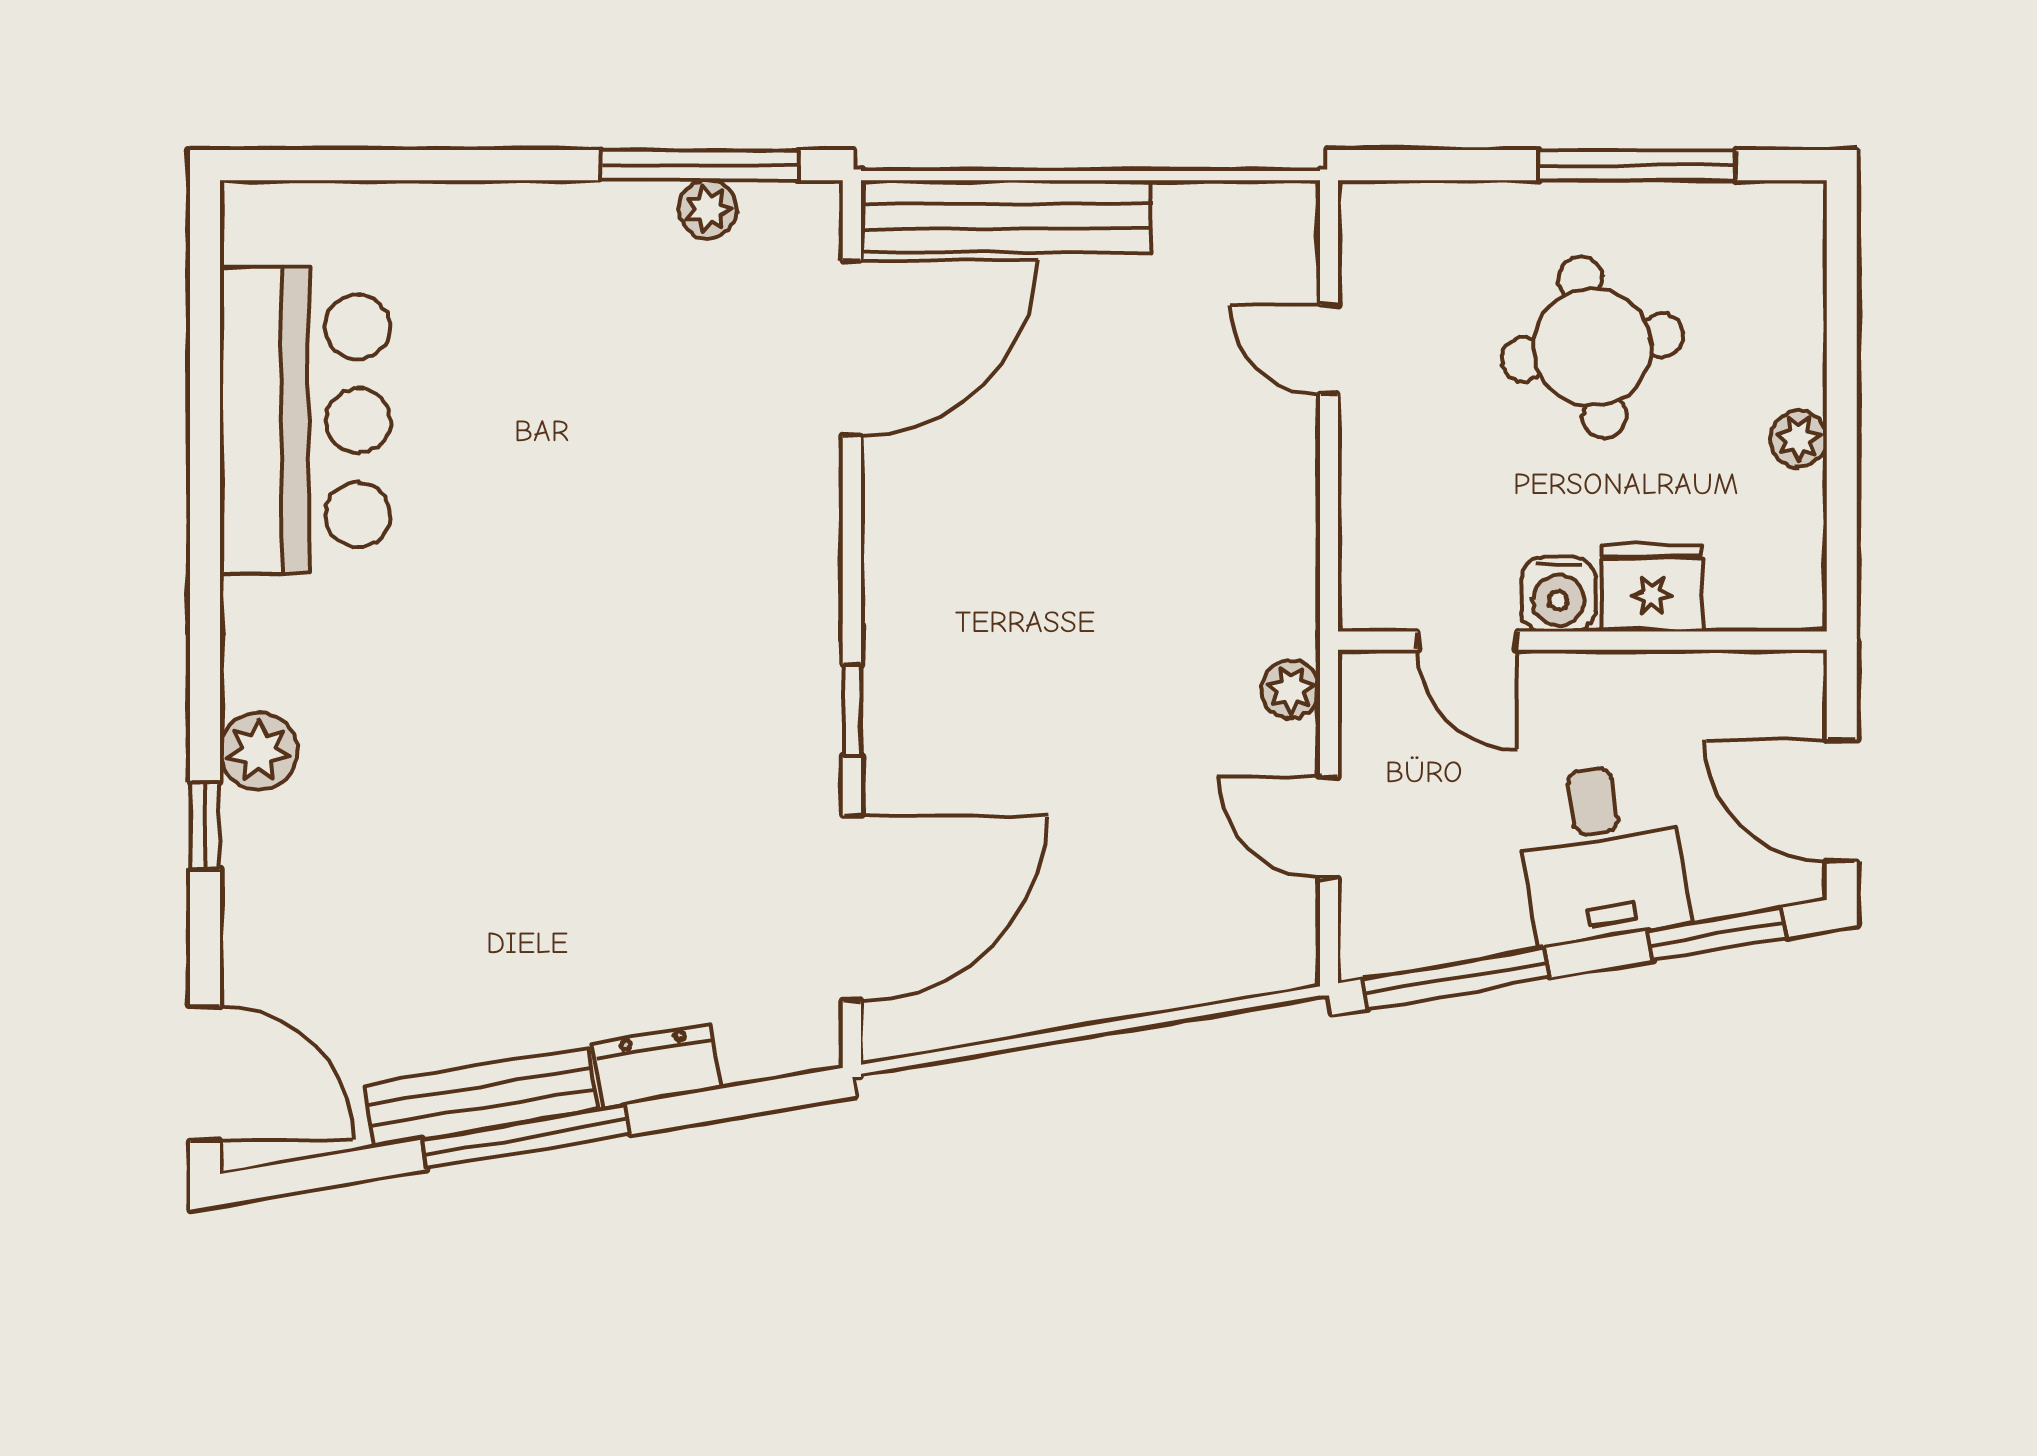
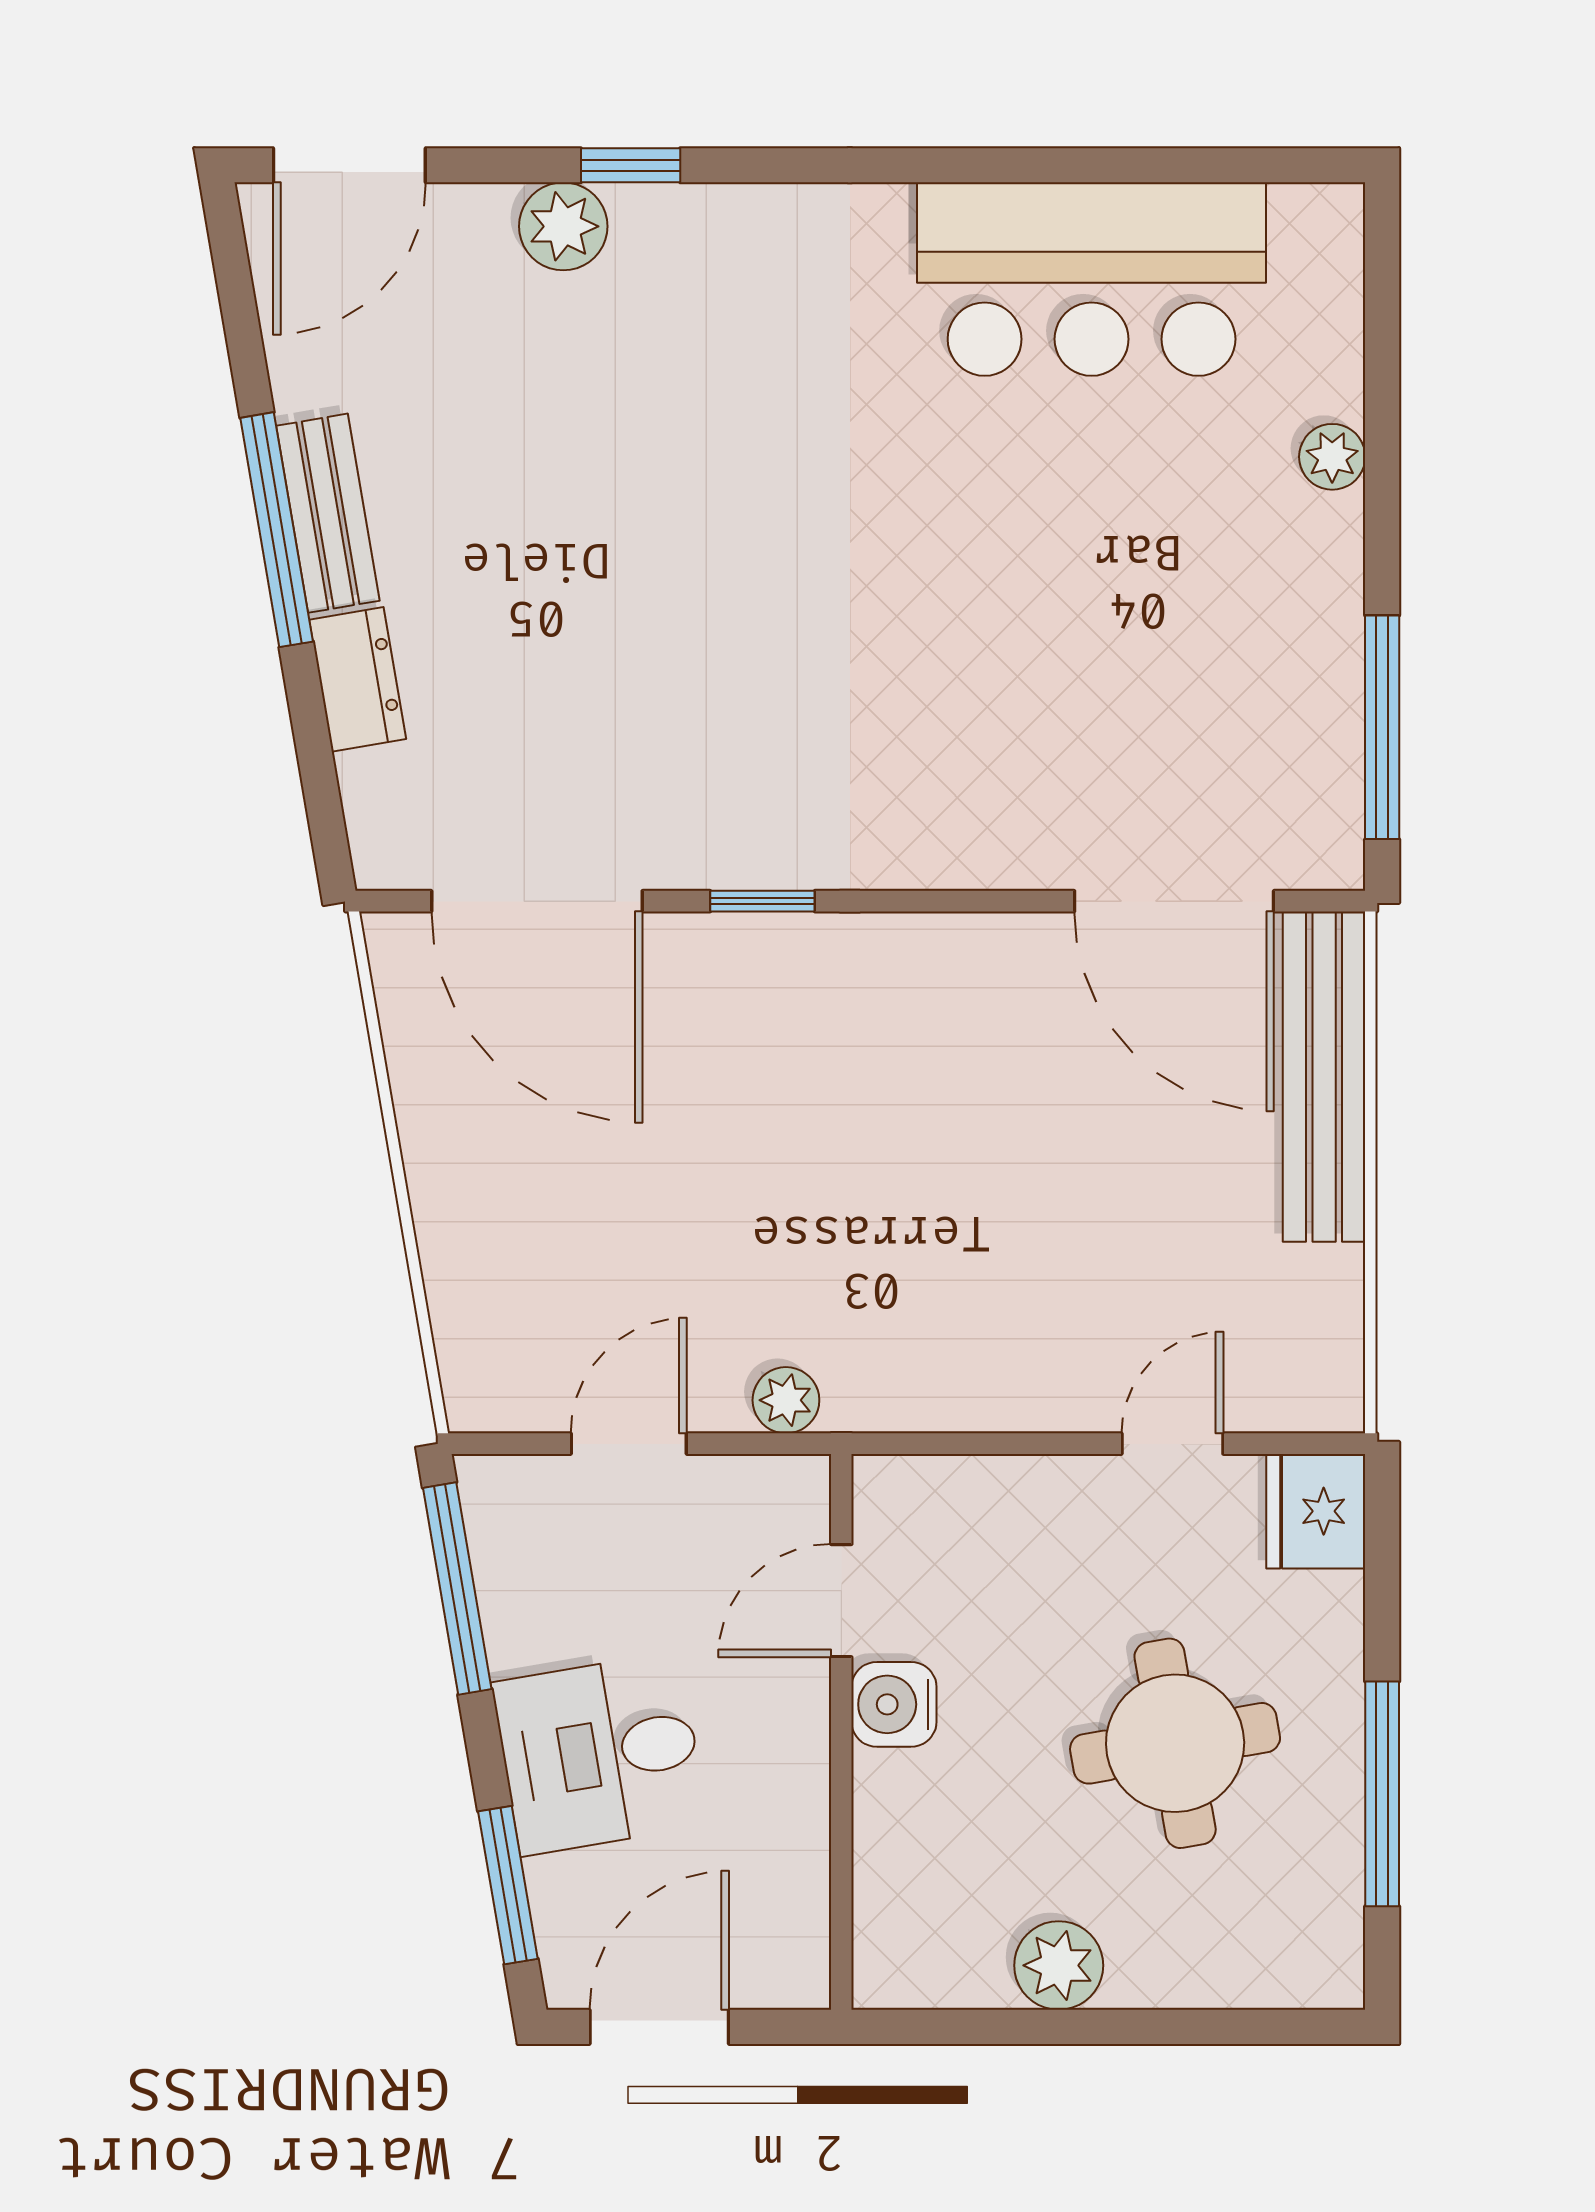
plant: (708, 209) -> (1332, 457), moved
plant: (1798, 439) -> (1059, 1965), width x1.38, depth x1.38
fridge: (1652, 588) -> (1316, 1511), moved, turned 180
plant: (259, 751) -> (563, 226), moved
bench: (481, 1097) -> (328, 513), width x0.73

